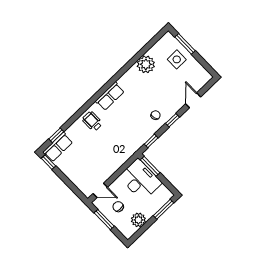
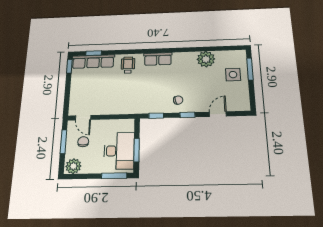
row of seats: (58, 147) -> (93, 61), width x1.48
window: (150, 166) -> (137, 150), moved
desk: (140, 180) -> (119, 151), moved
plant: (138, 220) -> (73, 166), moved

